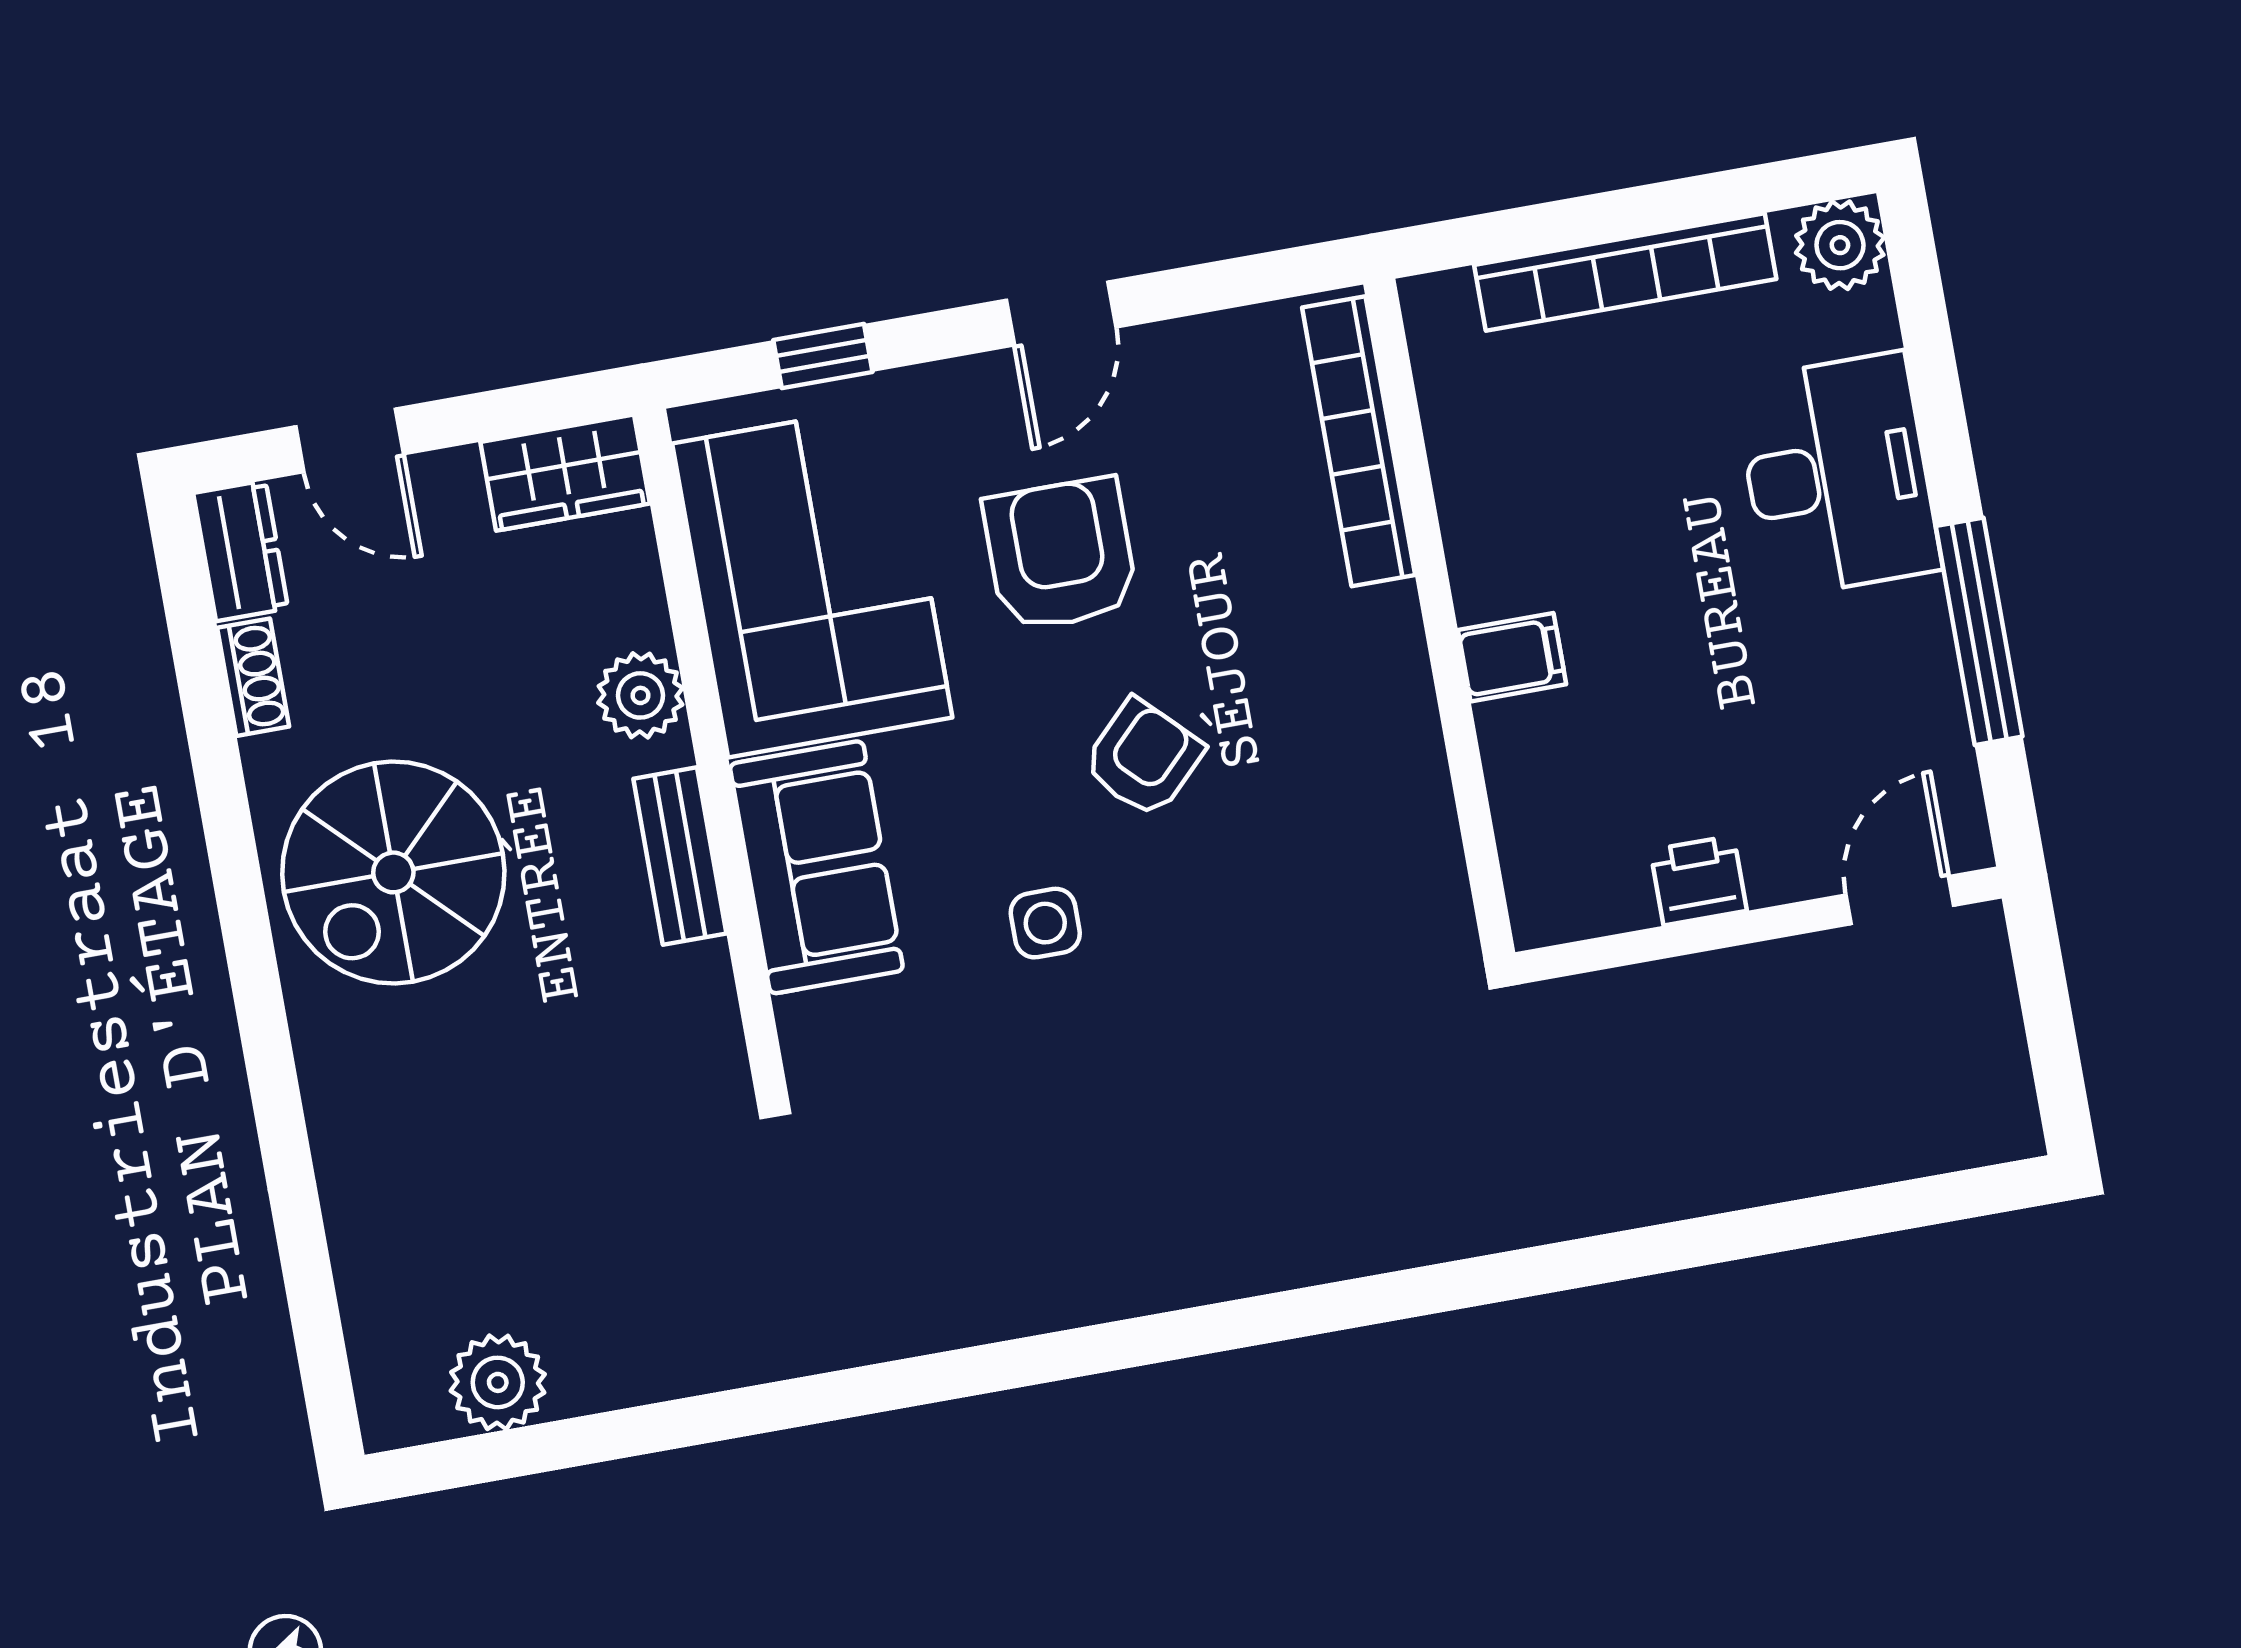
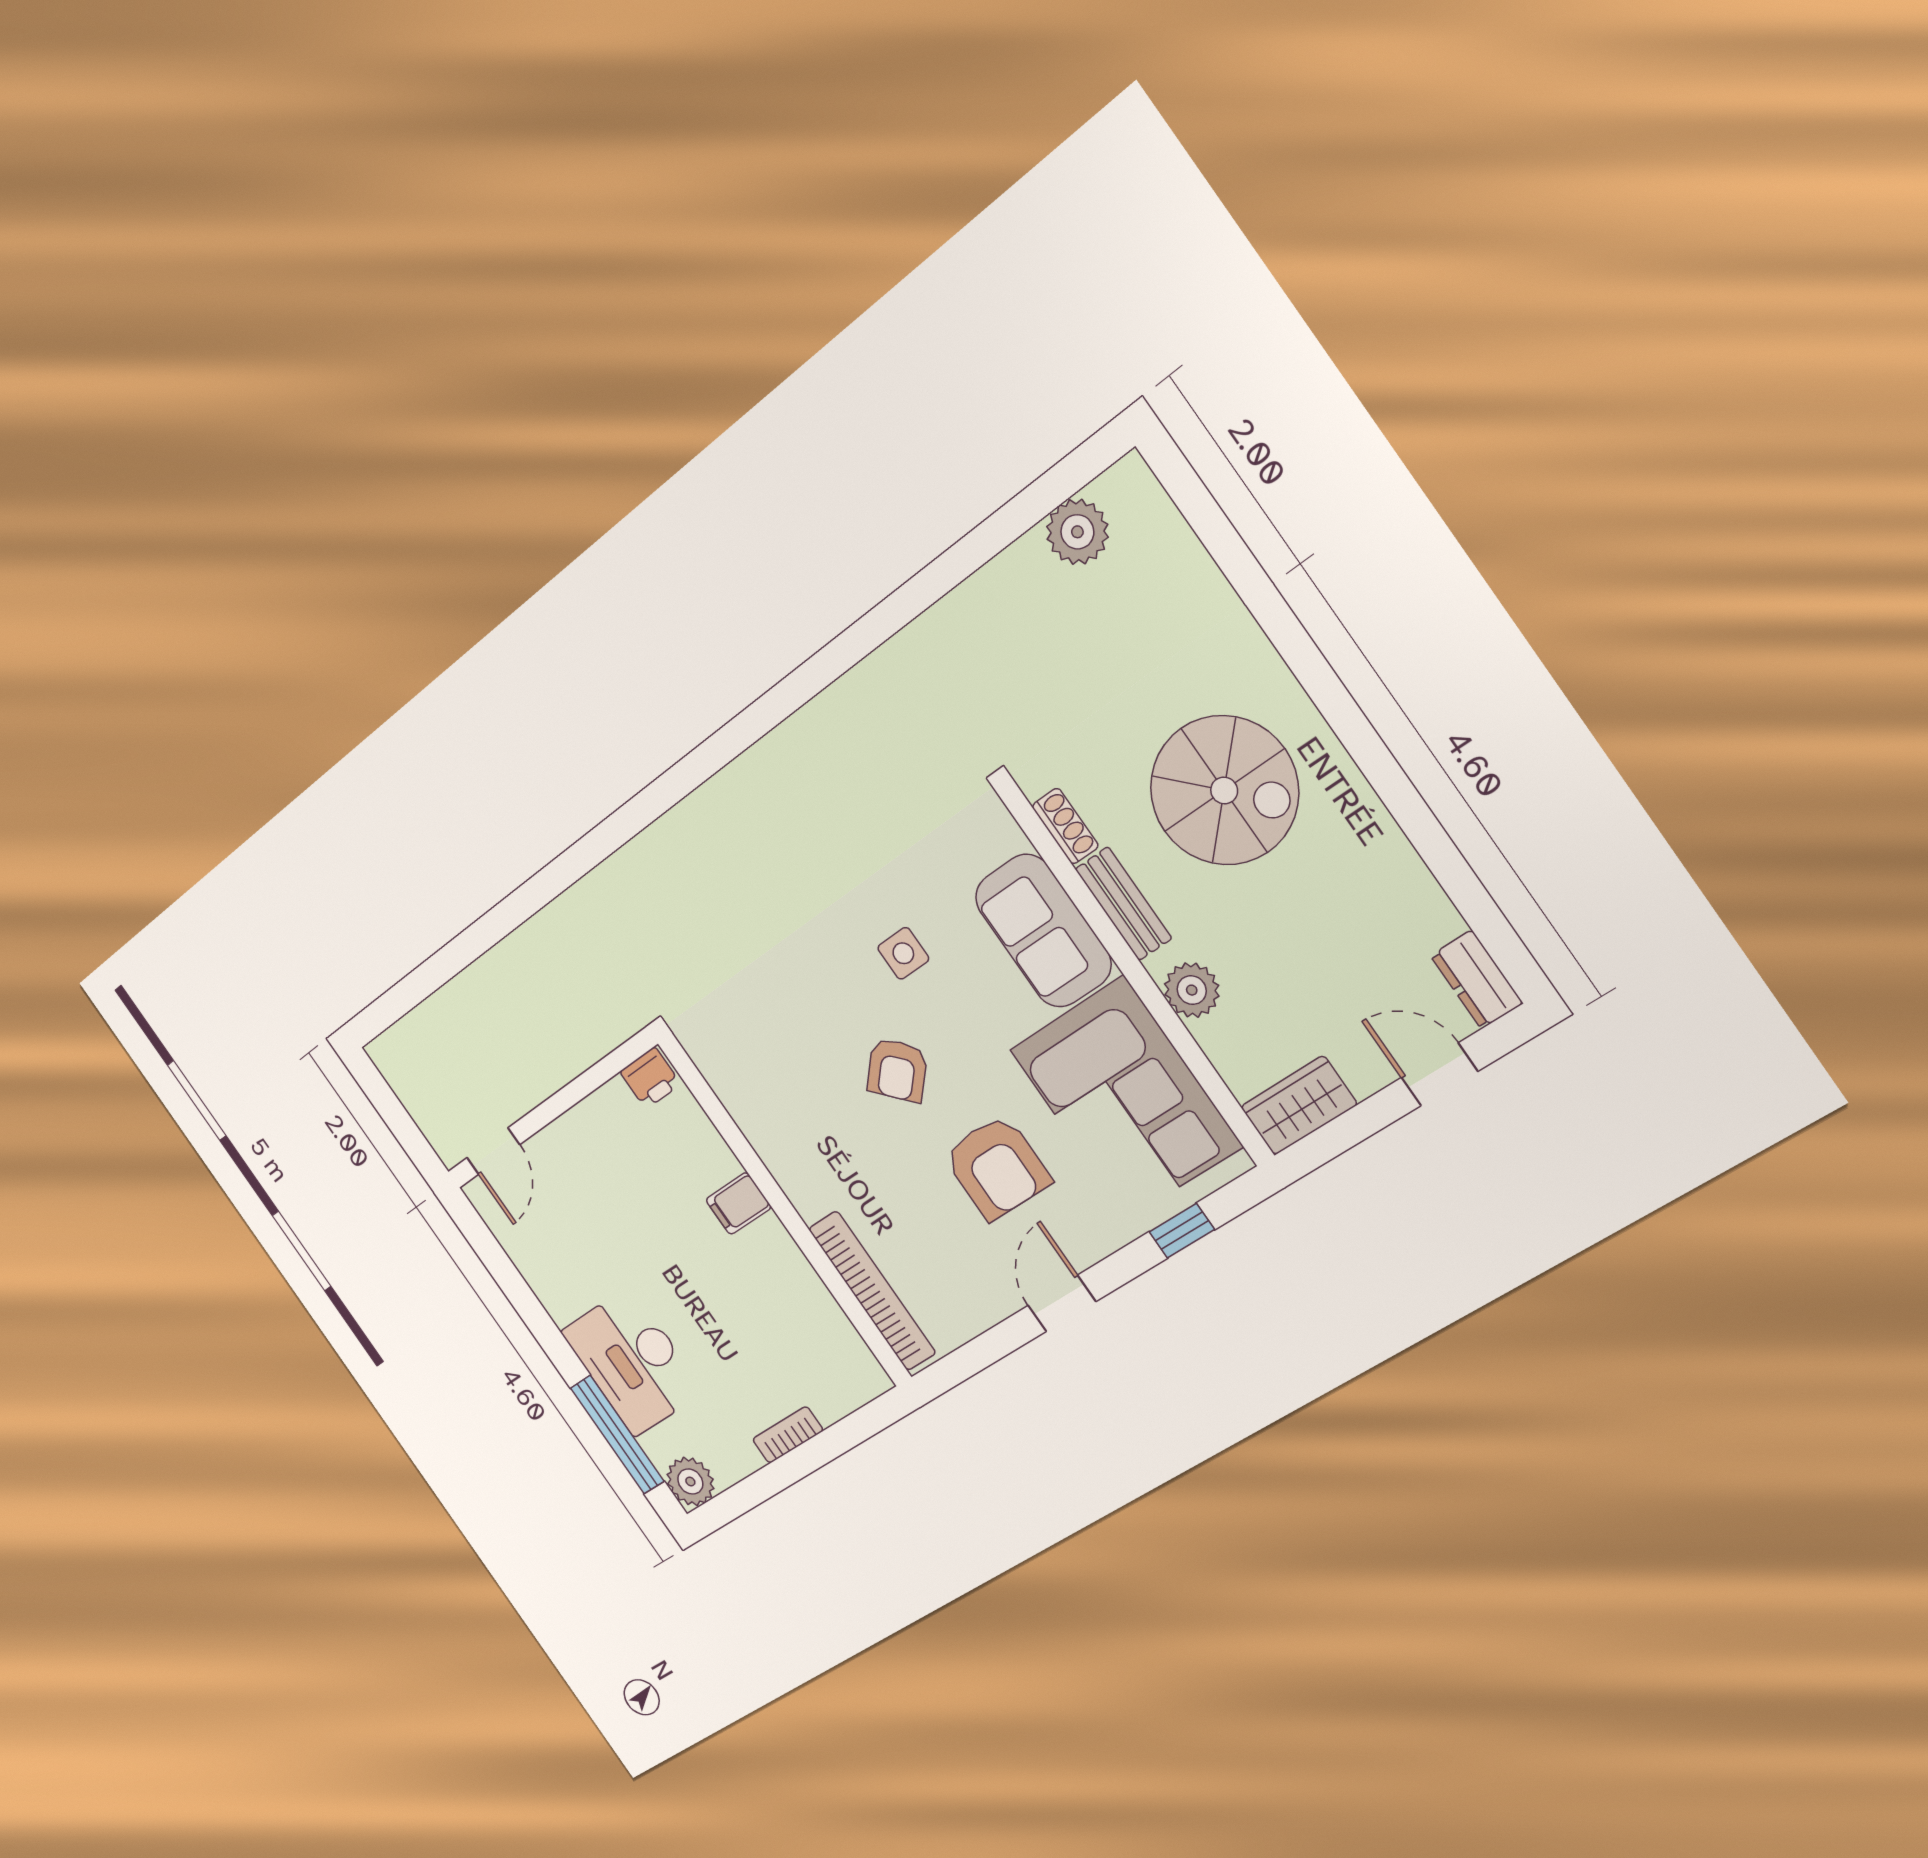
bookcase: (1625, 272) -> (788, 1435), width x0.43, depth x0.76
window: (1979, 631) -> (617, 1435), moved
shoe rack: (253, 677) -> (1065, 826), moved, turned 180
spiral stairs: (393, 872) -> (1224, 790), moved, turned 90
printer: (1698, 880) -> (650, 1078), moved

